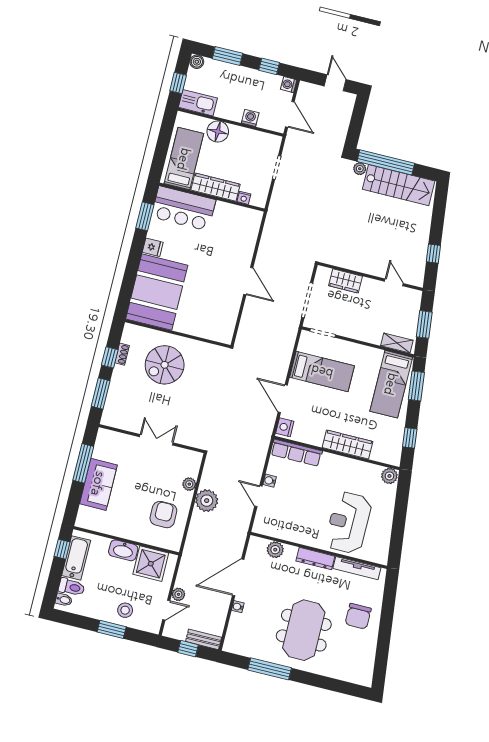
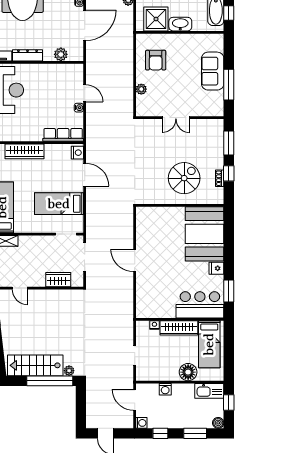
plant: (207, 501) -> (124, 80), removed

